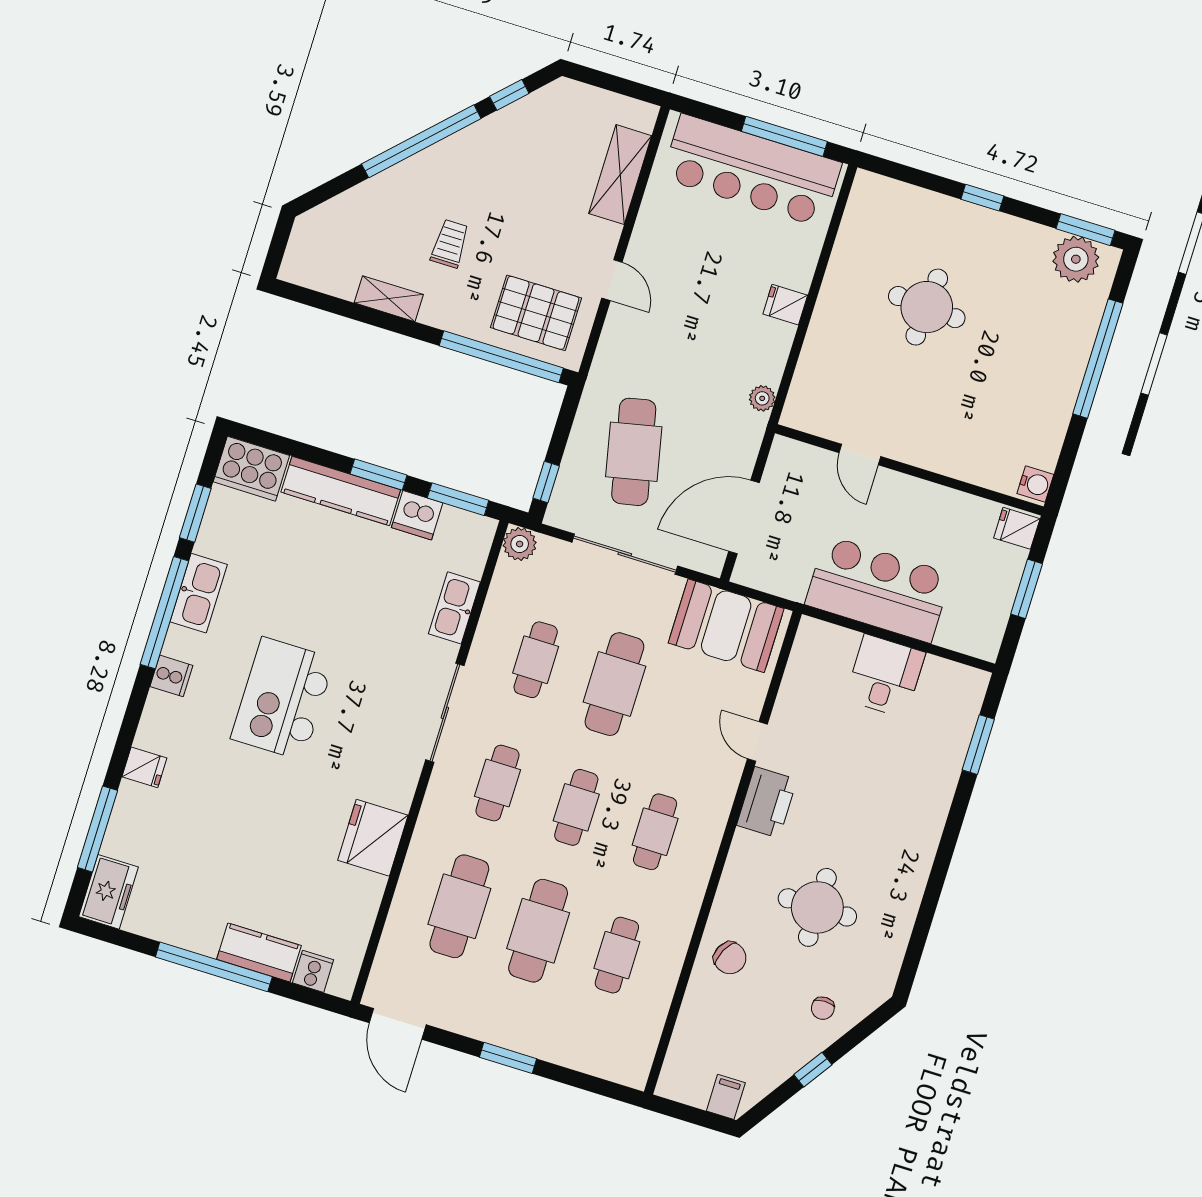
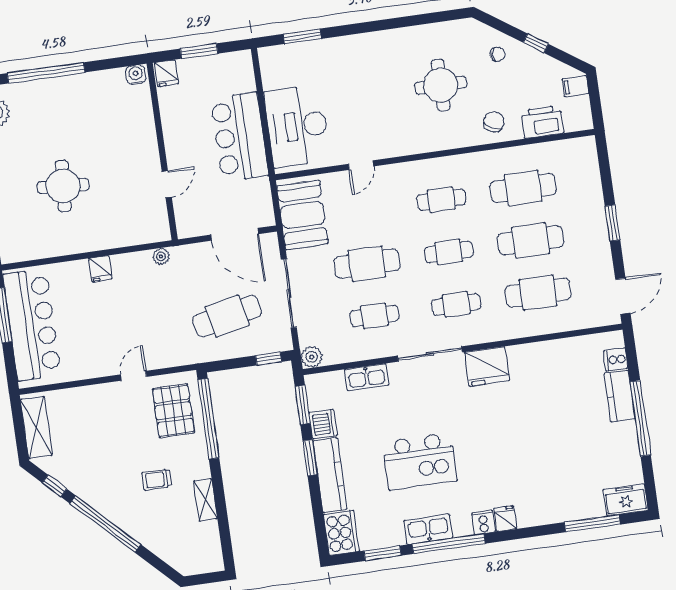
shelving: (620, 175) -> (36, 427), moved, turned 90
desk: (885, 676) -> (297, 126), width x1.87, depth x1.30
kitchen island: (283, 699) -> (420, 461), moved
fridge: (144, 767) -> (505, 519), moved
printer: (767, 802) -> (542, 122), moved
fridge: (373, 838) -> (487, 366), moved
cafe table: (617, 955) -> (523, 188), width x1.37, depth x1.35

